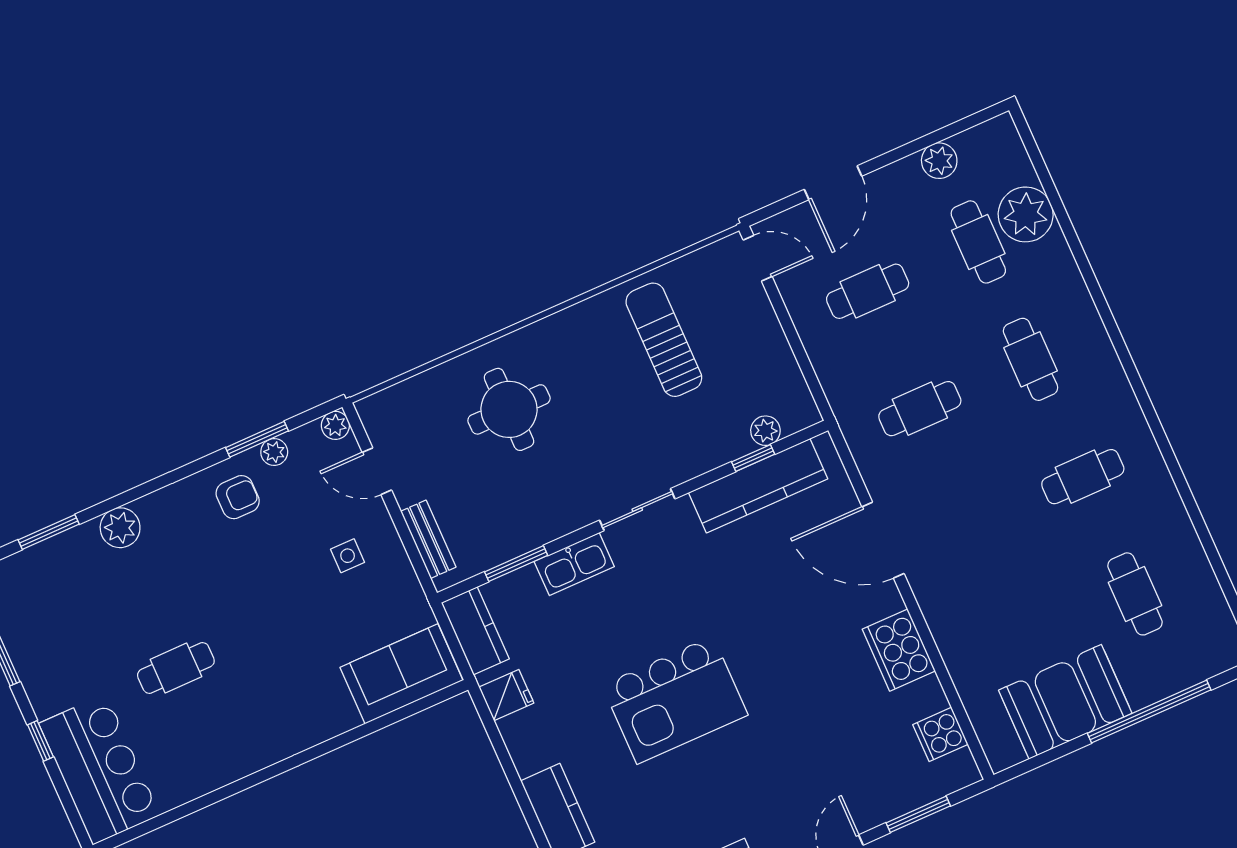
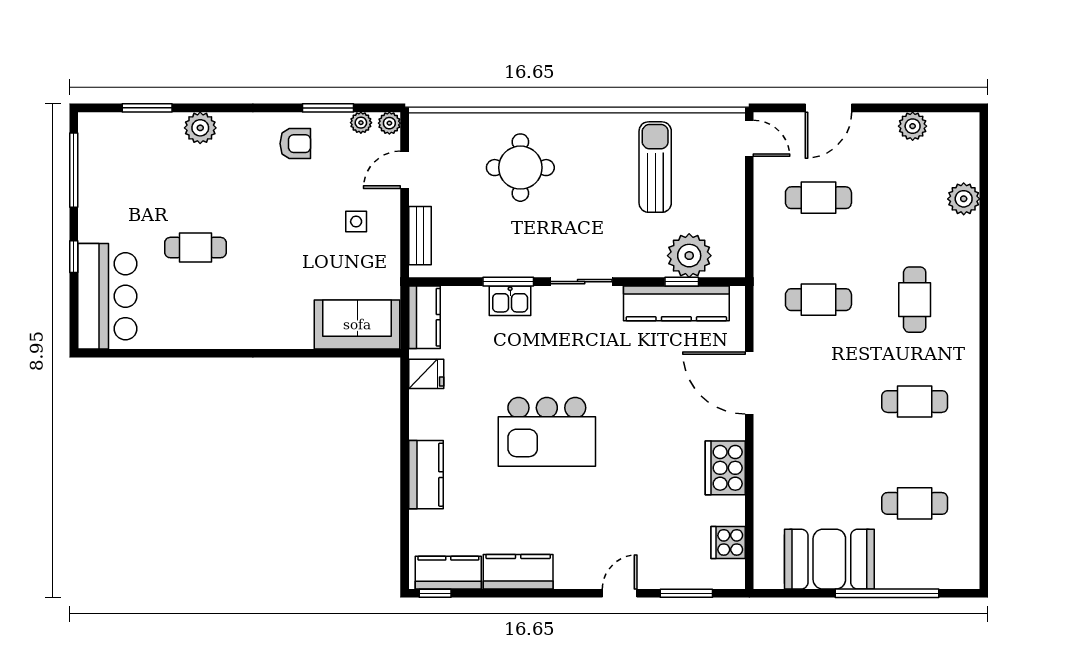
plant: (1026, 214) -> (964, 199), width x0.73, depth x0.73
cafe table: (978, 242) -> (915, 198), removed
plant: (765, 431) -> (689, 256), width x1.87, depth x1.87
plant: (274, 452) -> (361, 123), moved
door: (377, 471) -> (405, 170), hinge flipped
window: (516, 564) -> (508, 282), moved
kitchen sink: (574, 564) -> (510, 301), width x0.73
cafe table: (1135, 594) -> (915, 503), turned 90

